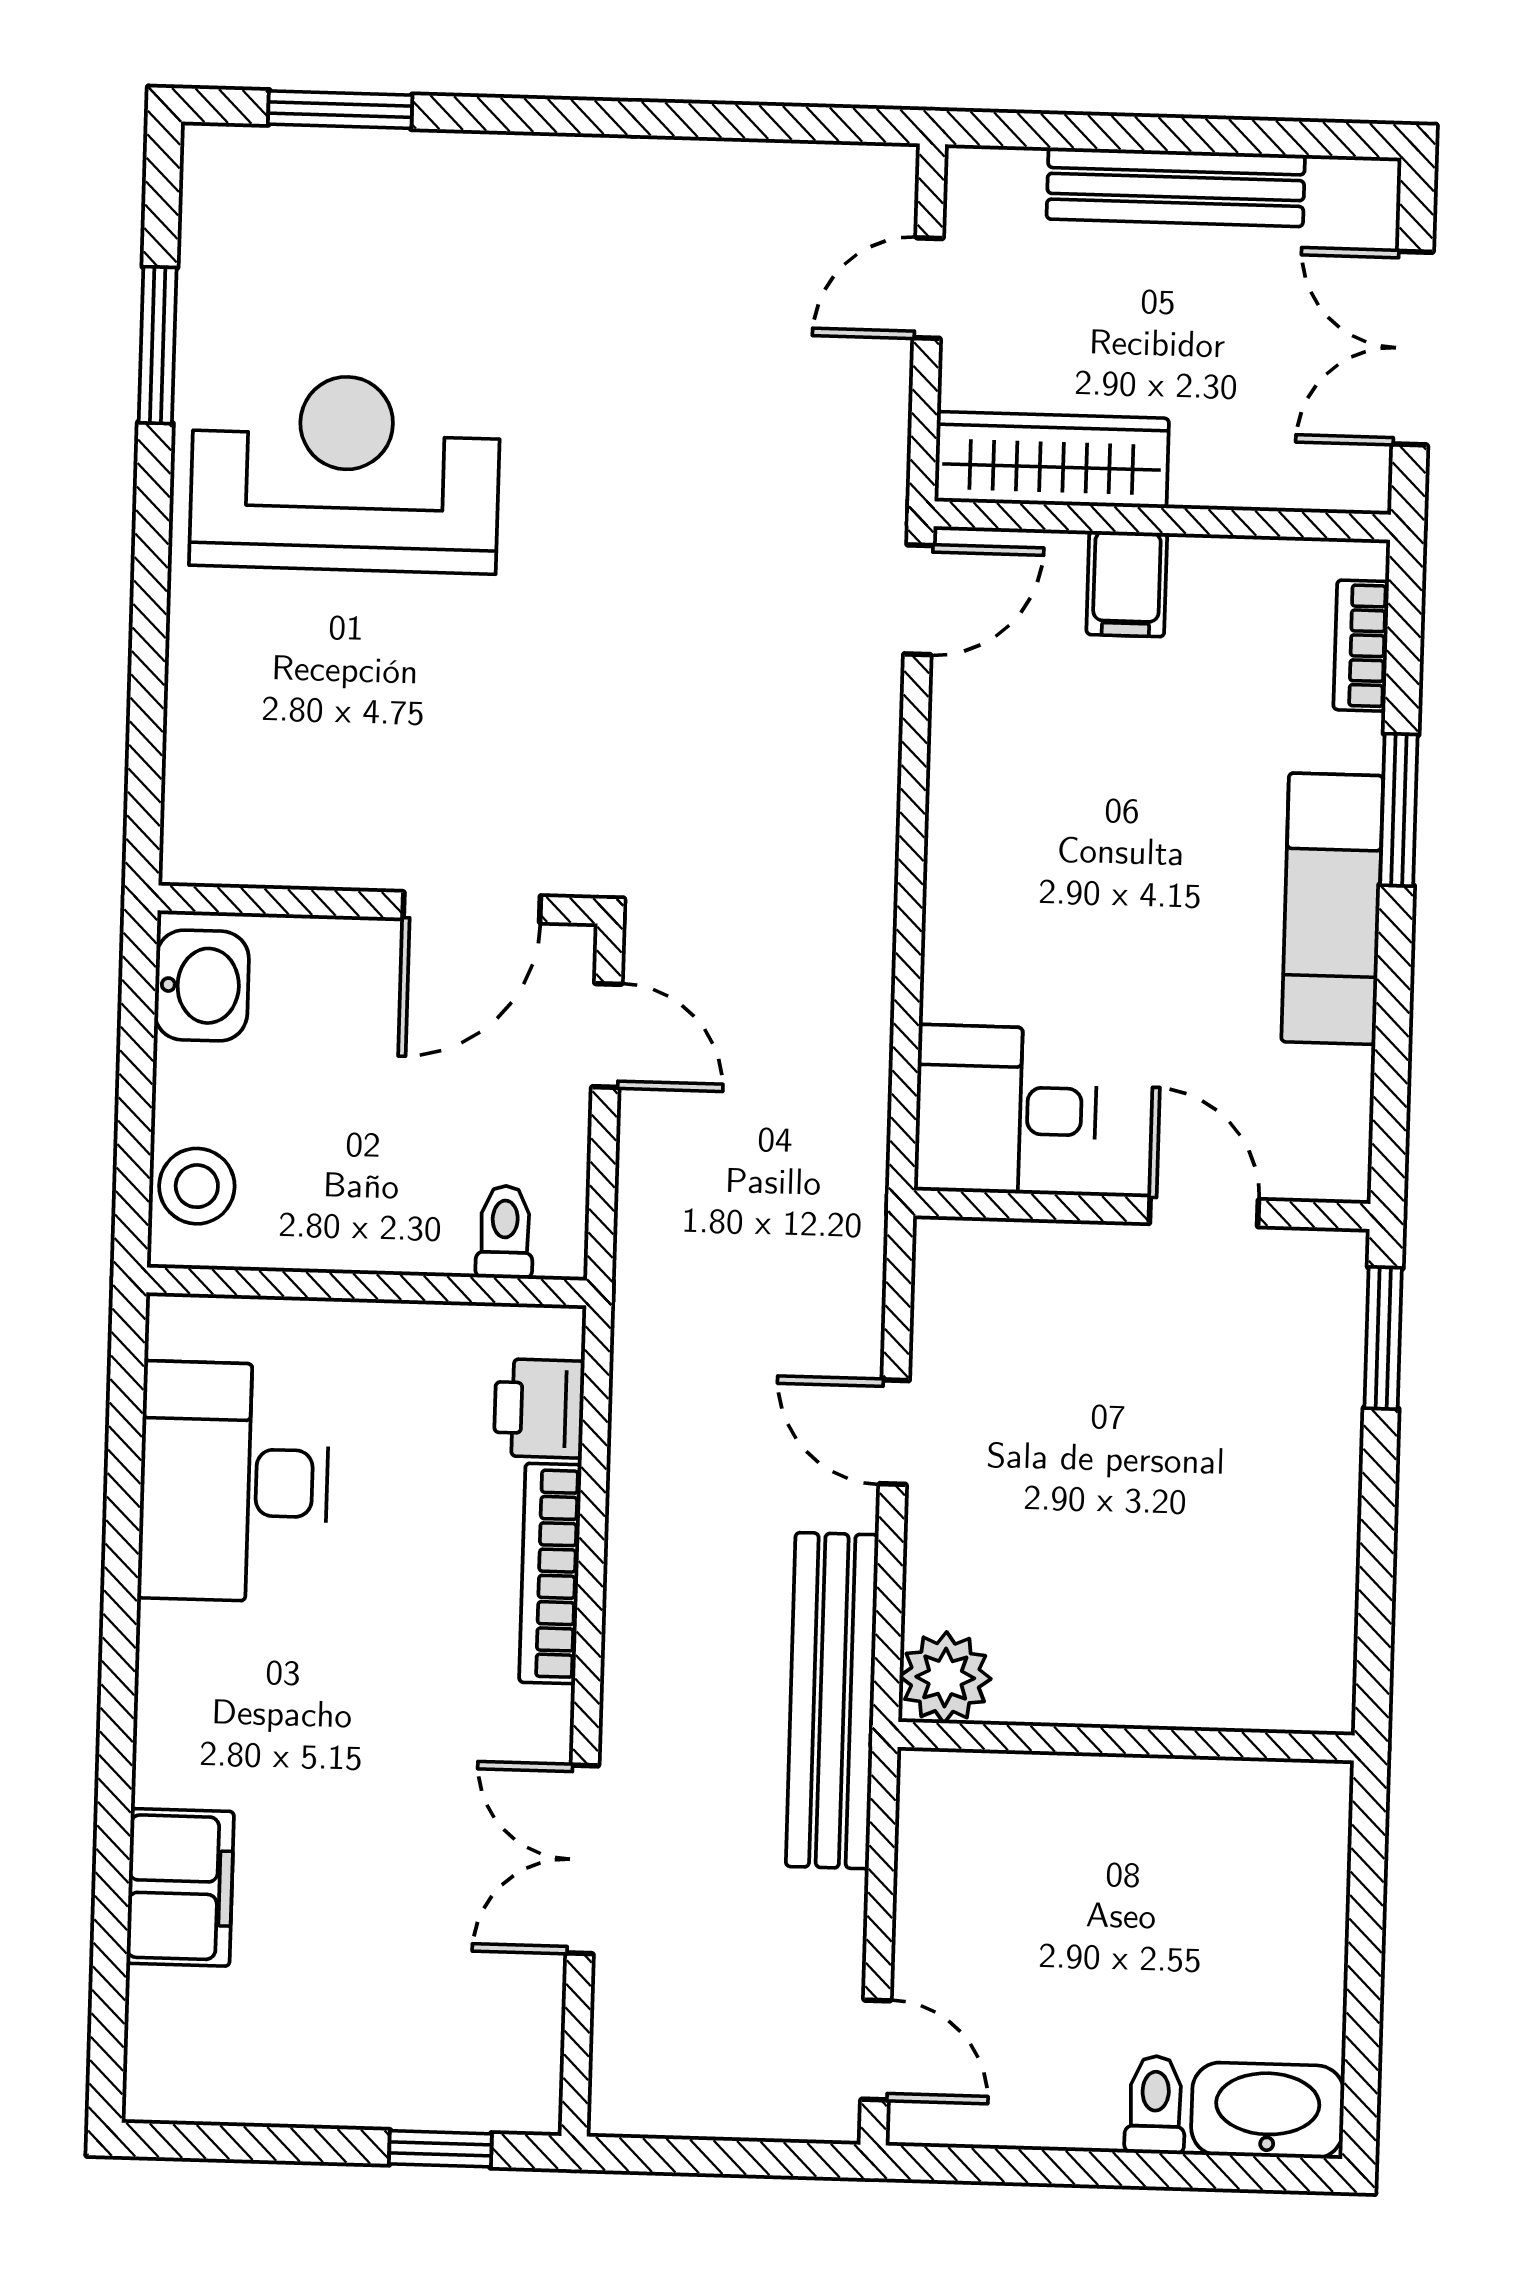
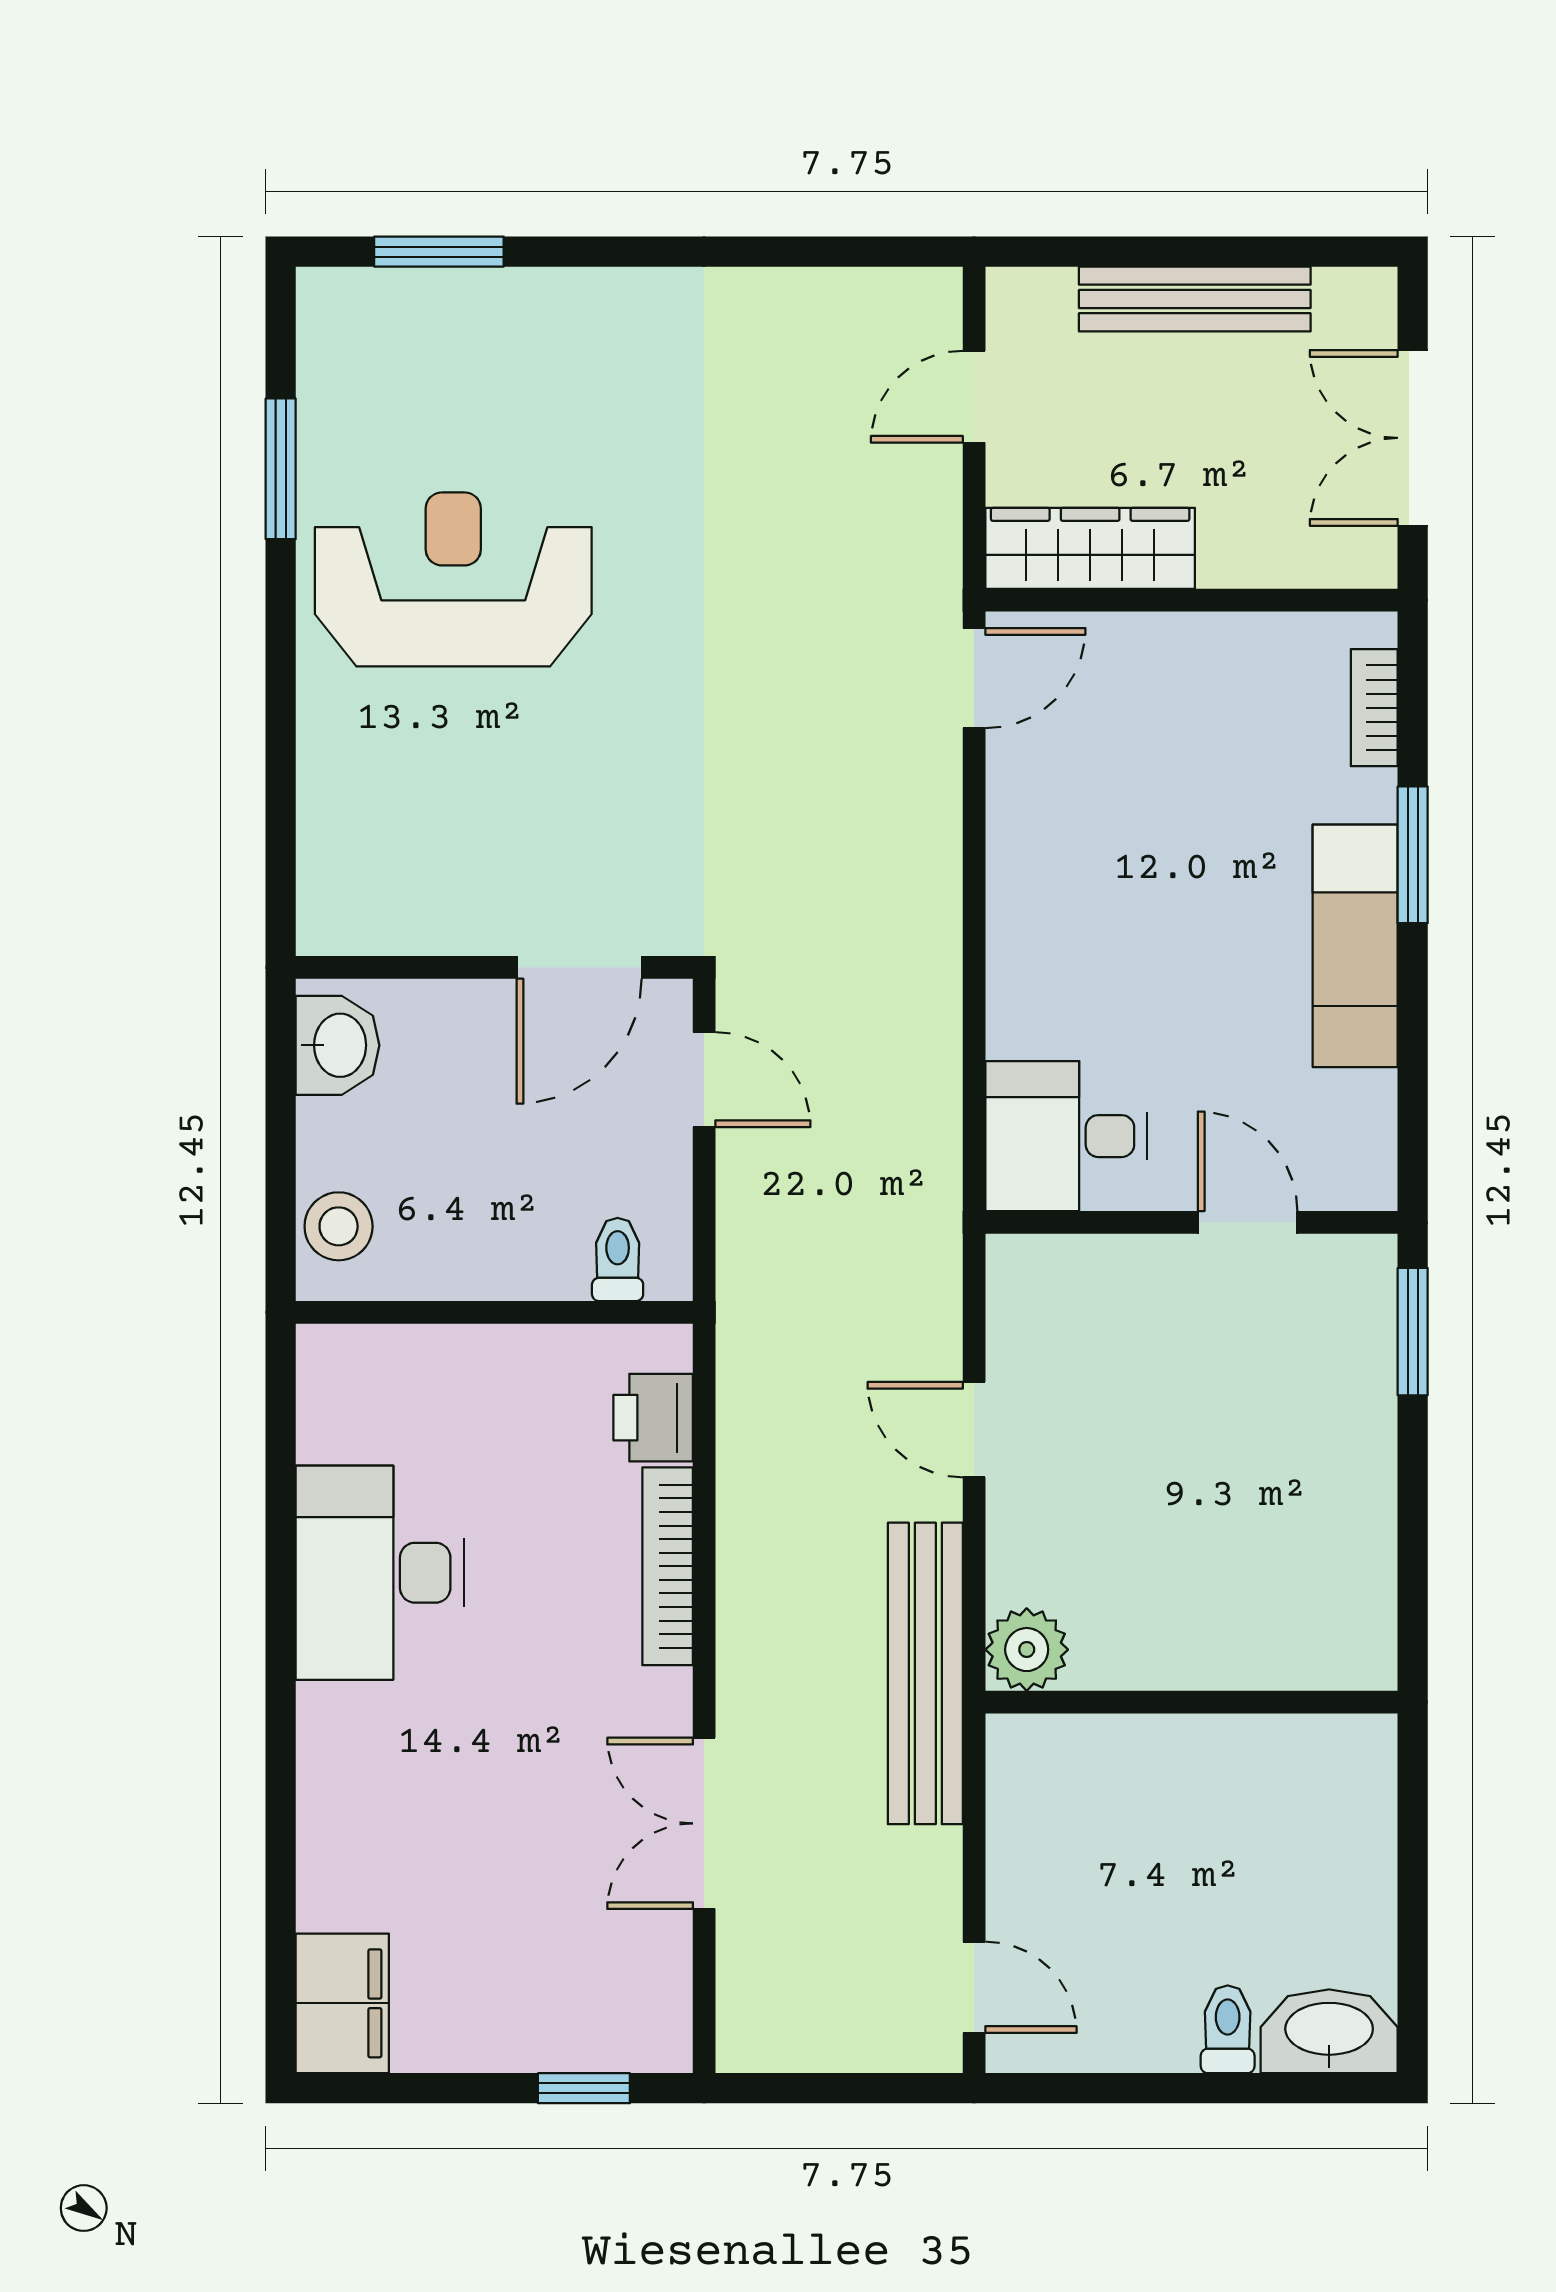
filing cabinet: (1127, 584) -> (1161, 658), removed
desk: (234, 1482) -> (380, 1573), moved
filing cabinet: (180, 1887) -> (342, 2003), moved

